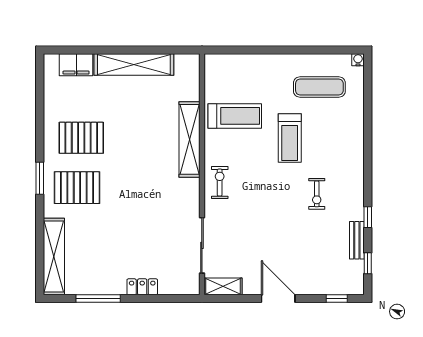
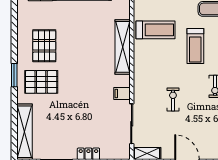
pallet: (81, 138) -> (44, 46), turned 90
exercise bike: (220, 183) -> (173, 99), moved
filing cabinet: (189, 204) -> (122, 93), added

